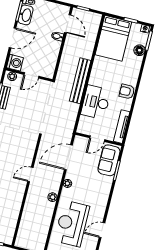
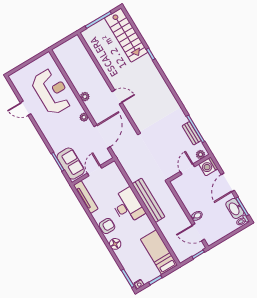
bed: (113, 38) -> (159, 252), width x0.67
floor lamp: (139, 50) -> (115, 244), moved
desk: (96, 102) -> (128, 206), moved
door: (30, 174) -> (117, 97), hinge flipped
door: (102, 230) -> (26, 108), swing flipped

